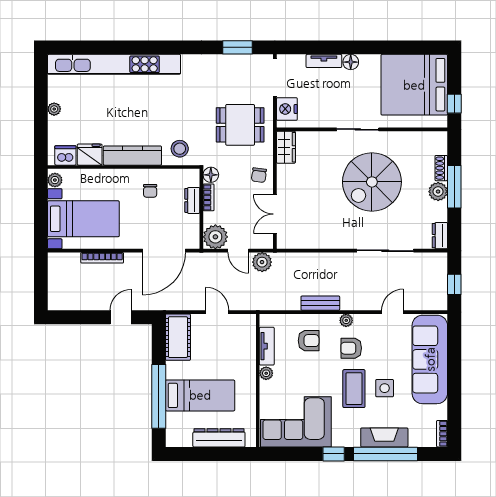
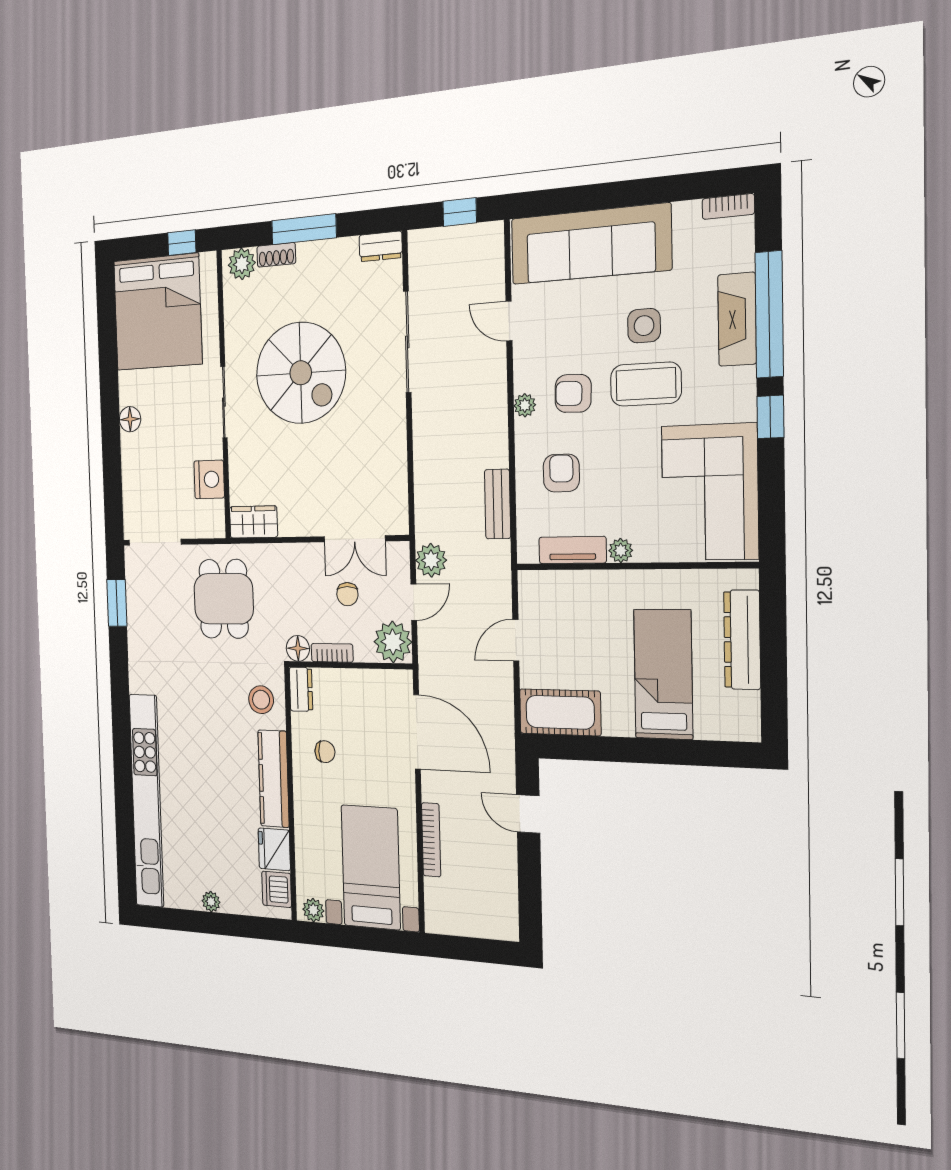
tv unit: (324, 61) -> (130, 463), removed
nightstand: (287, 109) -> (209, 479), moved, turned -90
chair: (259, 175) -> (347, 594), moved, turned 83
plant: (438, 192) -> (242, 264), moved
dresser: (192, 200) -> (301, 689), moved, turned -90
bench: (320, 303) -> (498, 504), moved
armchair: (351, 348) -> (573, 393), turned 92
window: (159, 396) -> (666, 751), removed

